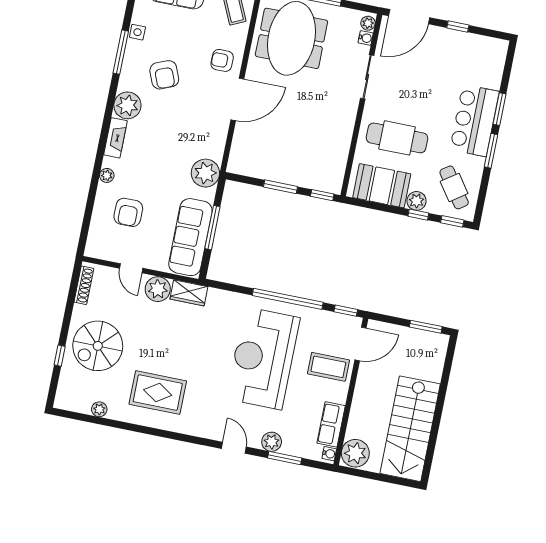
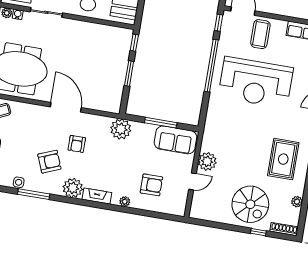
armchair: (222, 60) -> (77, 144), moved
sofa: (190, 237) -> (175, 140), width x0.73
shoe rack: (84, 285) -> (284, 229), moved
wardrobe: (189, 293) -> (209, 138), removed

